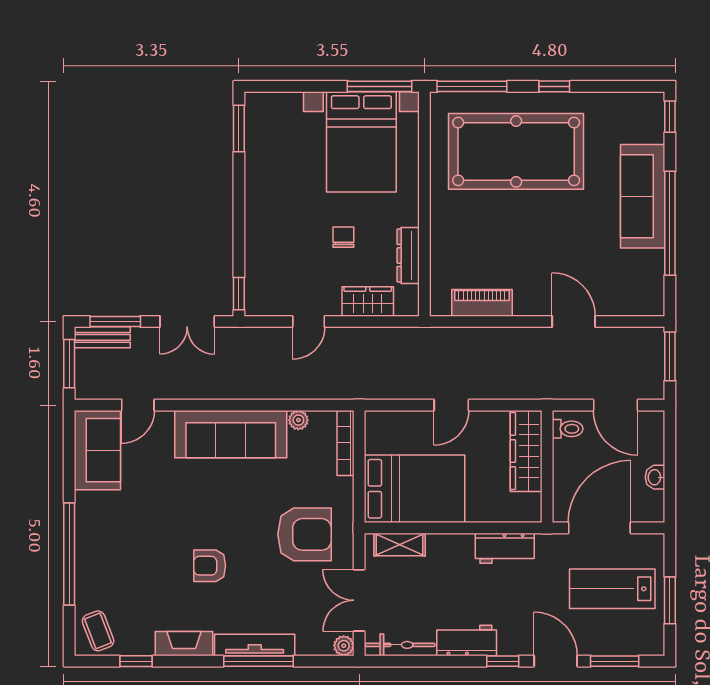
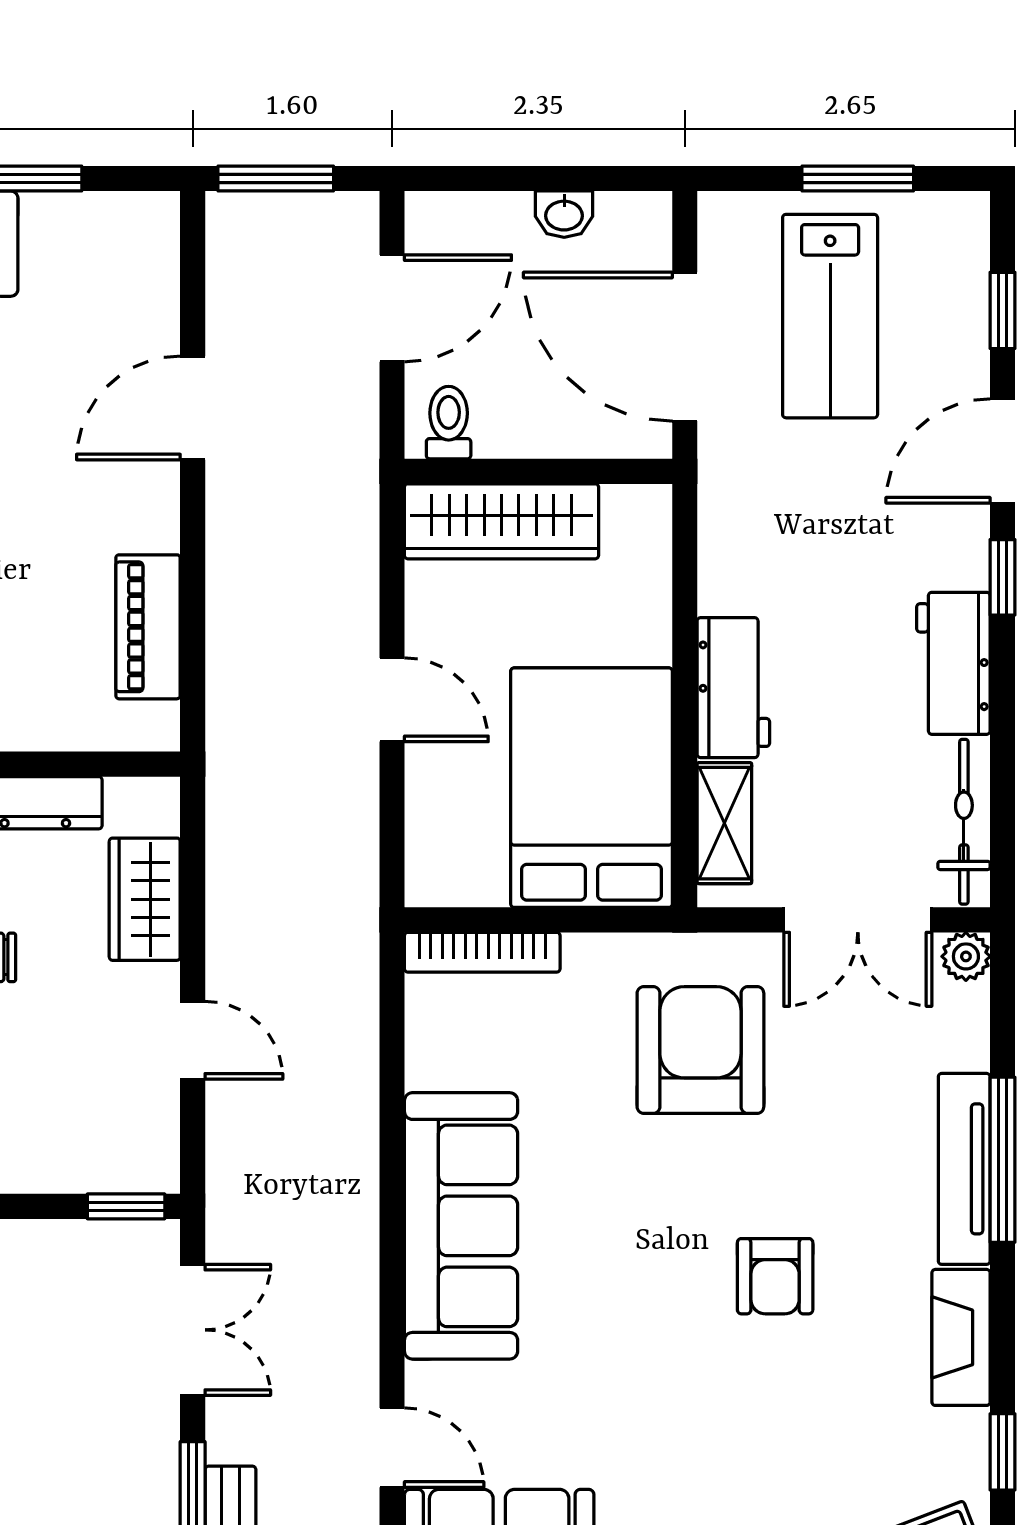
plant: (298, 420) -> (428, 1065), removed
workbench: (505, 548) -> (733, 688), moved
window: (615, 661) -> (1002, 310), width x0.67

